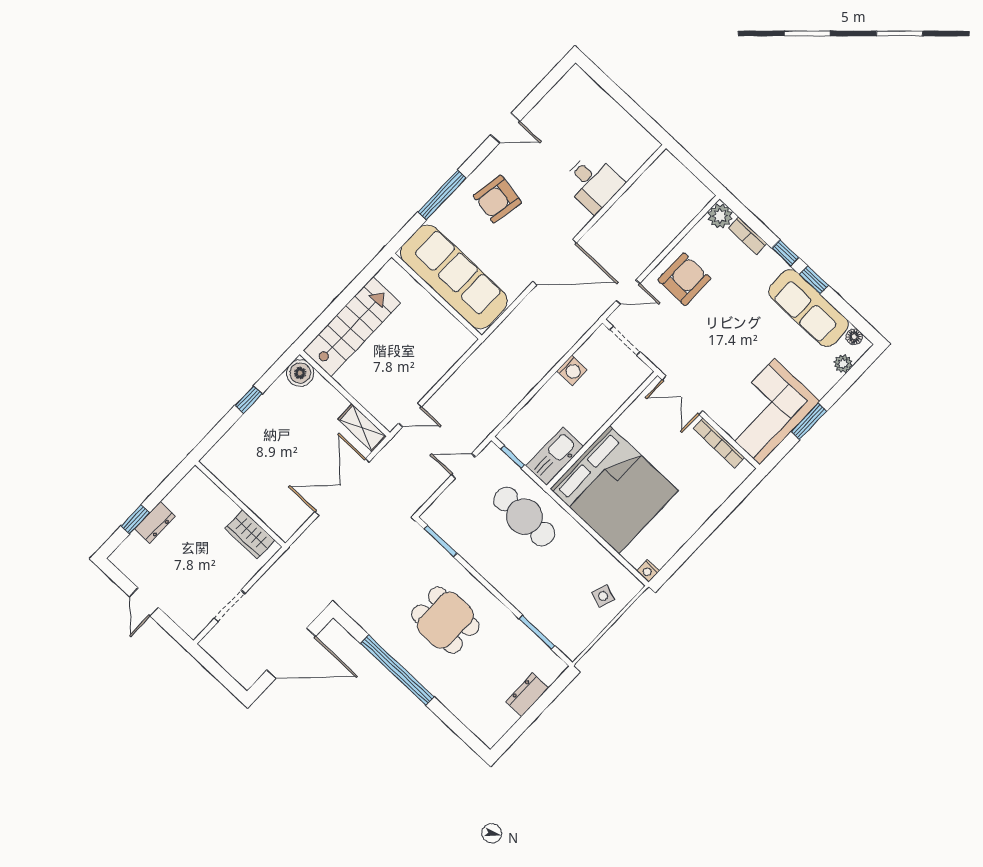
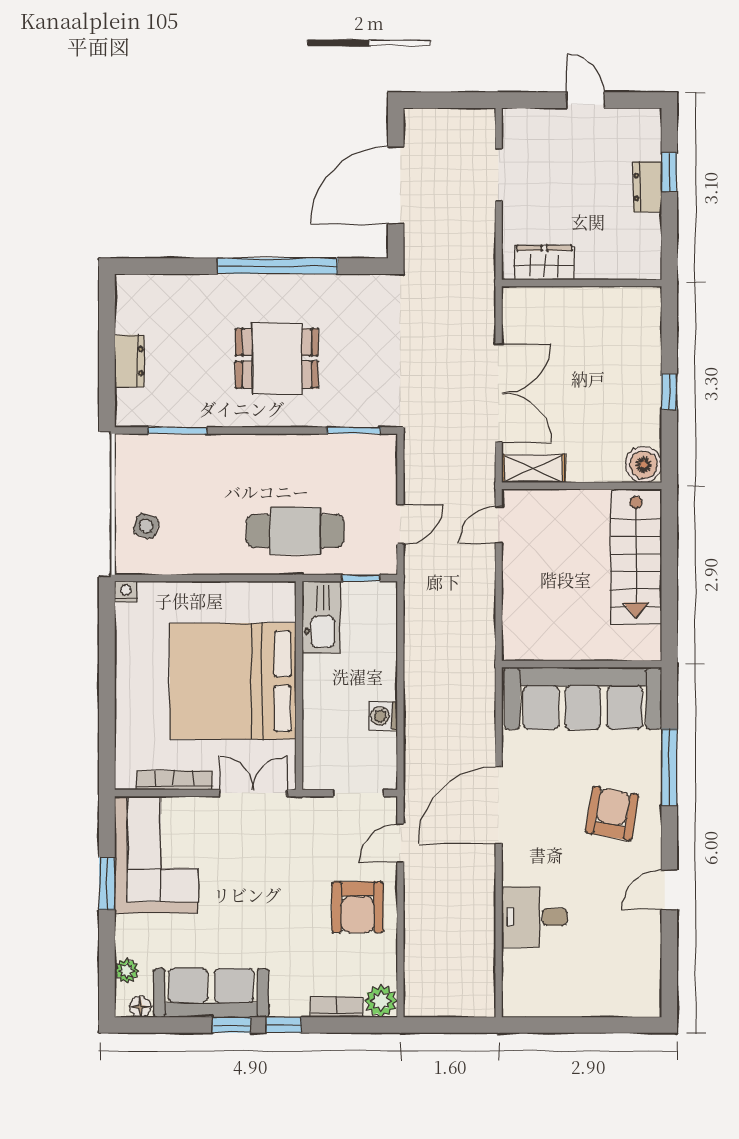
bed: (614, 490) -> (233, 681), moved

